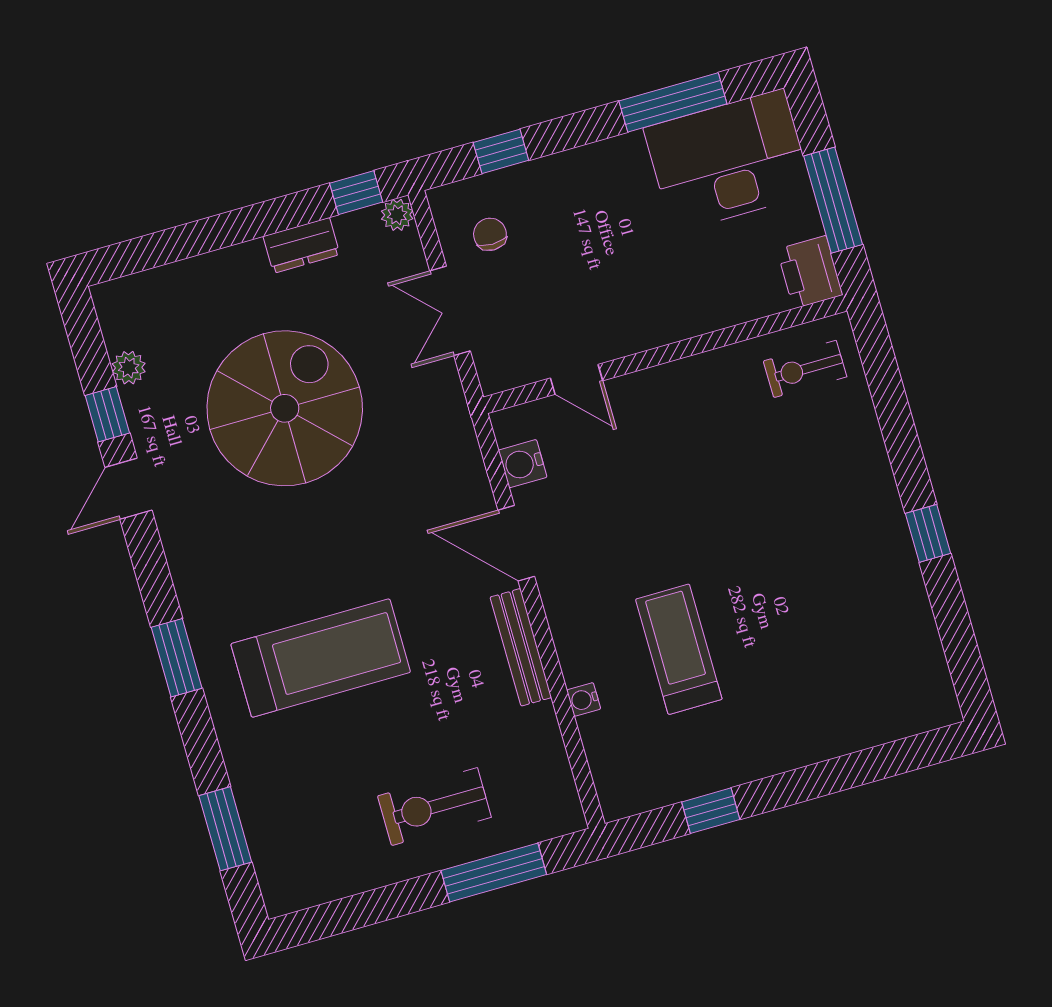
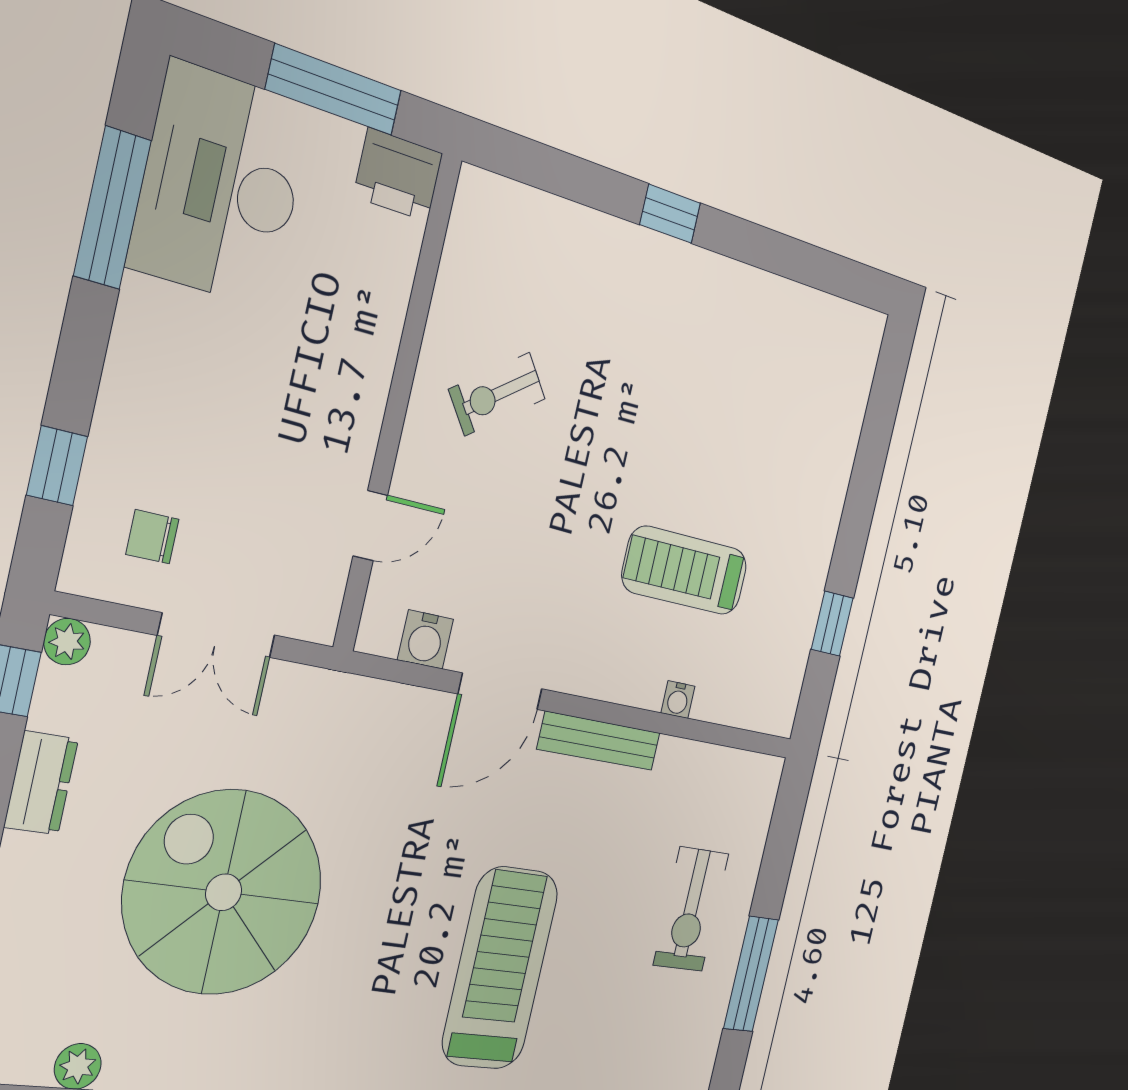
exercise bike: (805, 369) -> (497, 394), moved, turned 54
window: (928, 533) -> (670, 214), moved
window: (494, 873) -> (751, 974), moved

